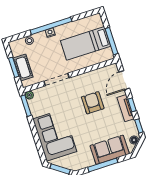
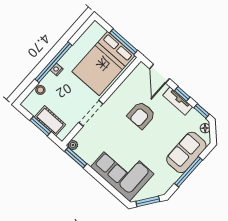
bed: (86, 43) -> (103, 64), width x1.50
armchair: (93, 103) -> (141, 115), turned -90

